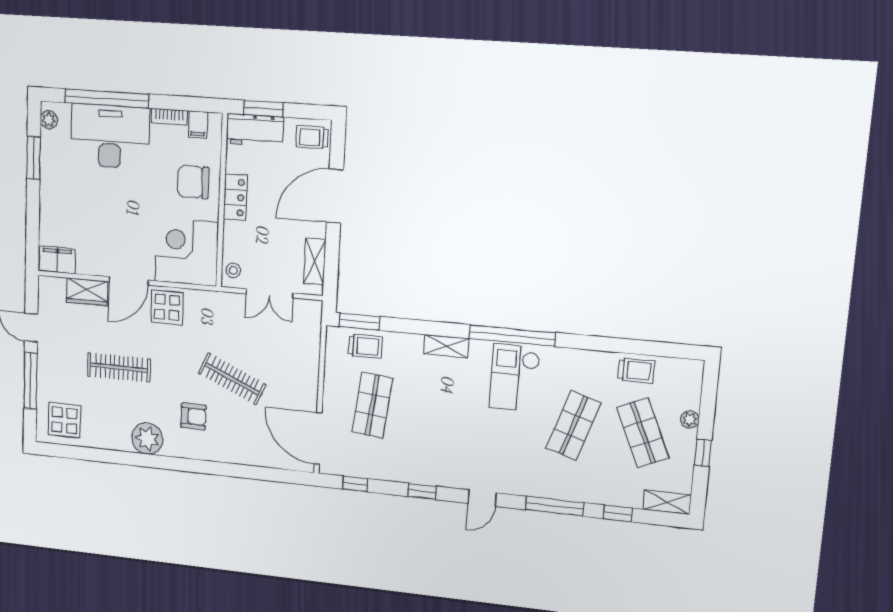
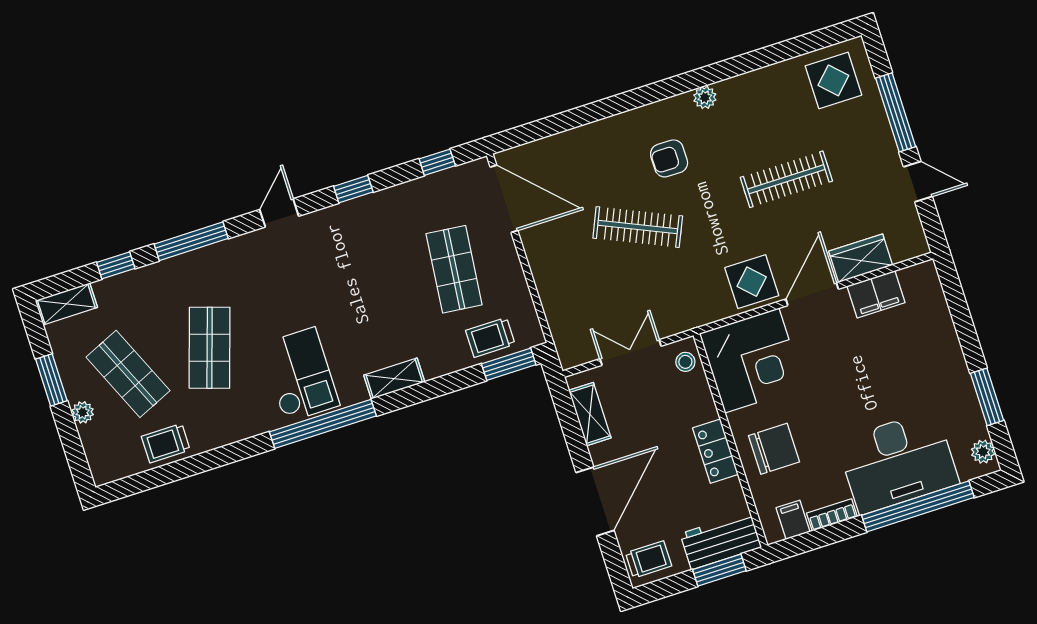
filing cabinet: (57, 260) -> (876, 294), moved
plant: (147, 439) -> (705, 97), width x0.53, depth x0.53
window: (703, 453) -> (51, 380), width x1.50

